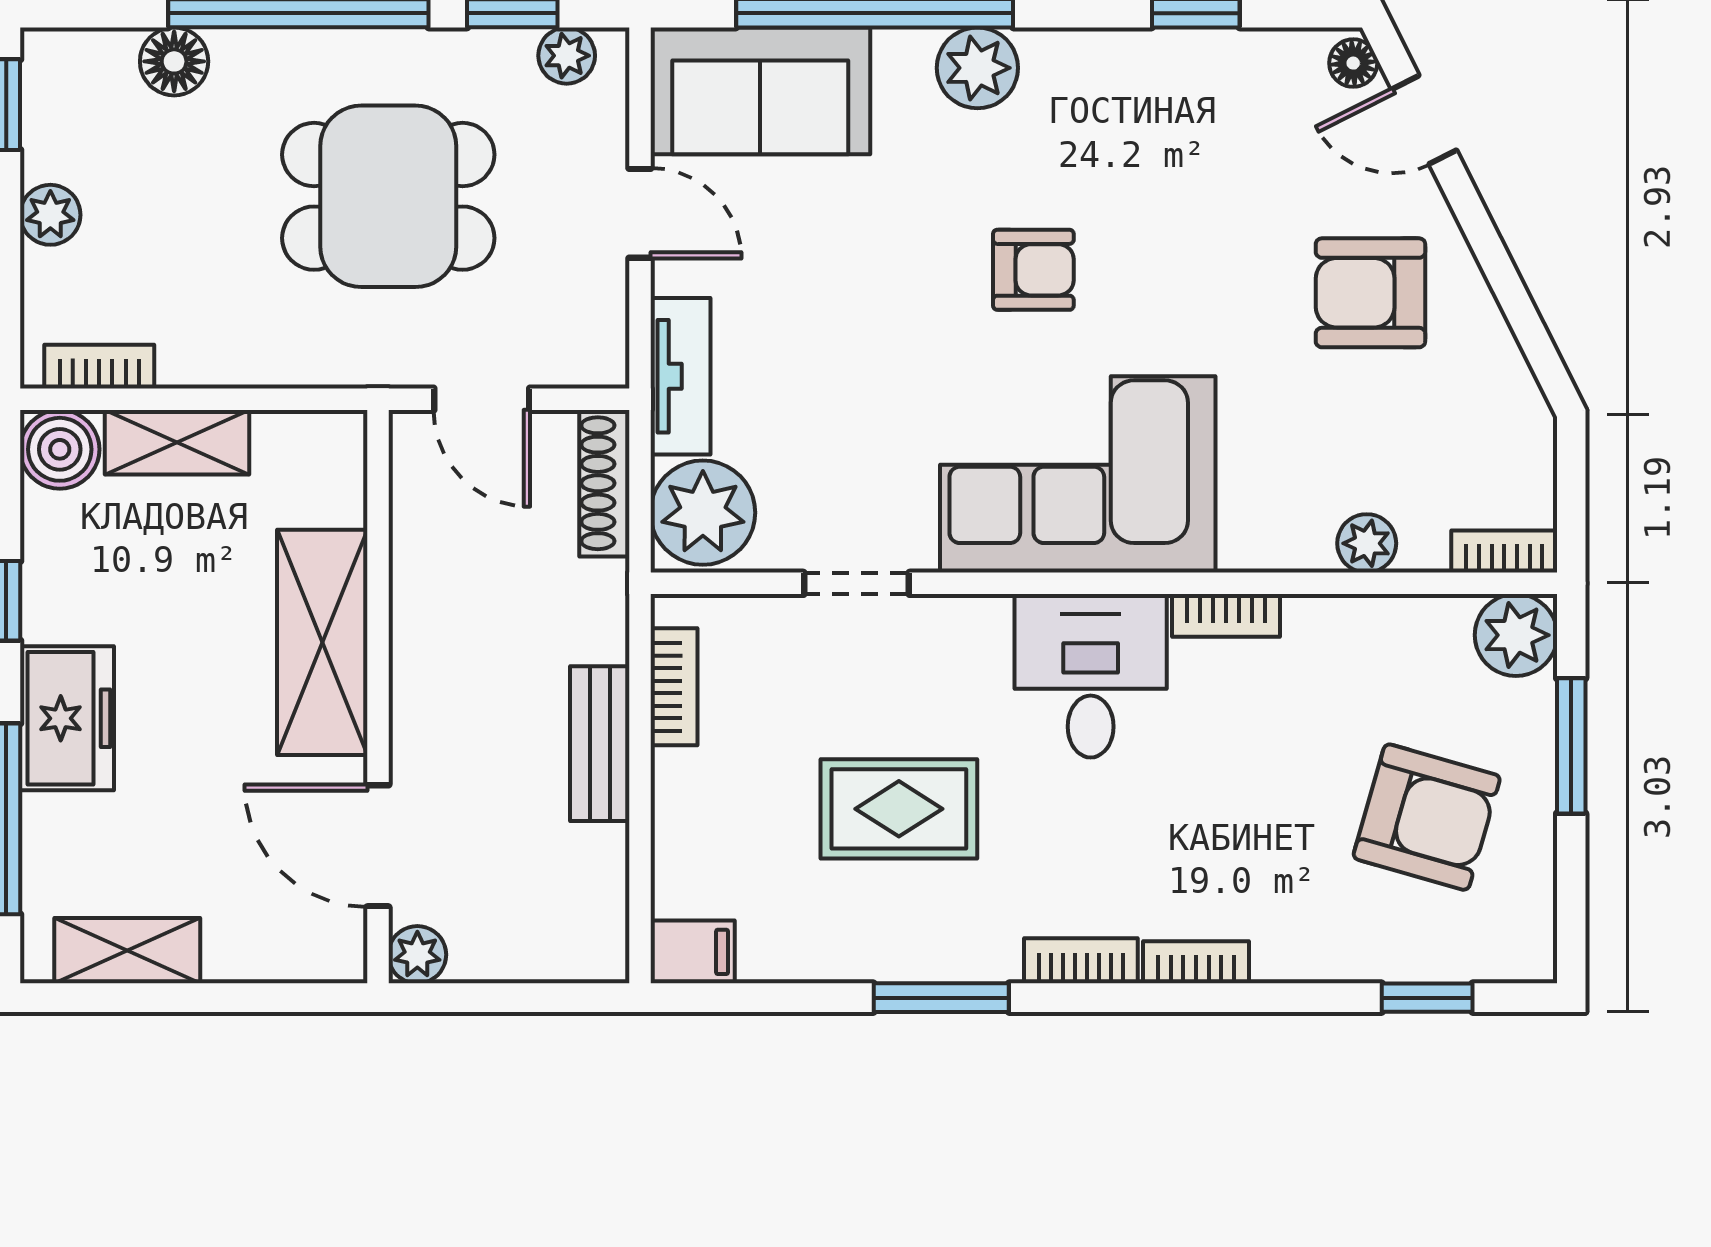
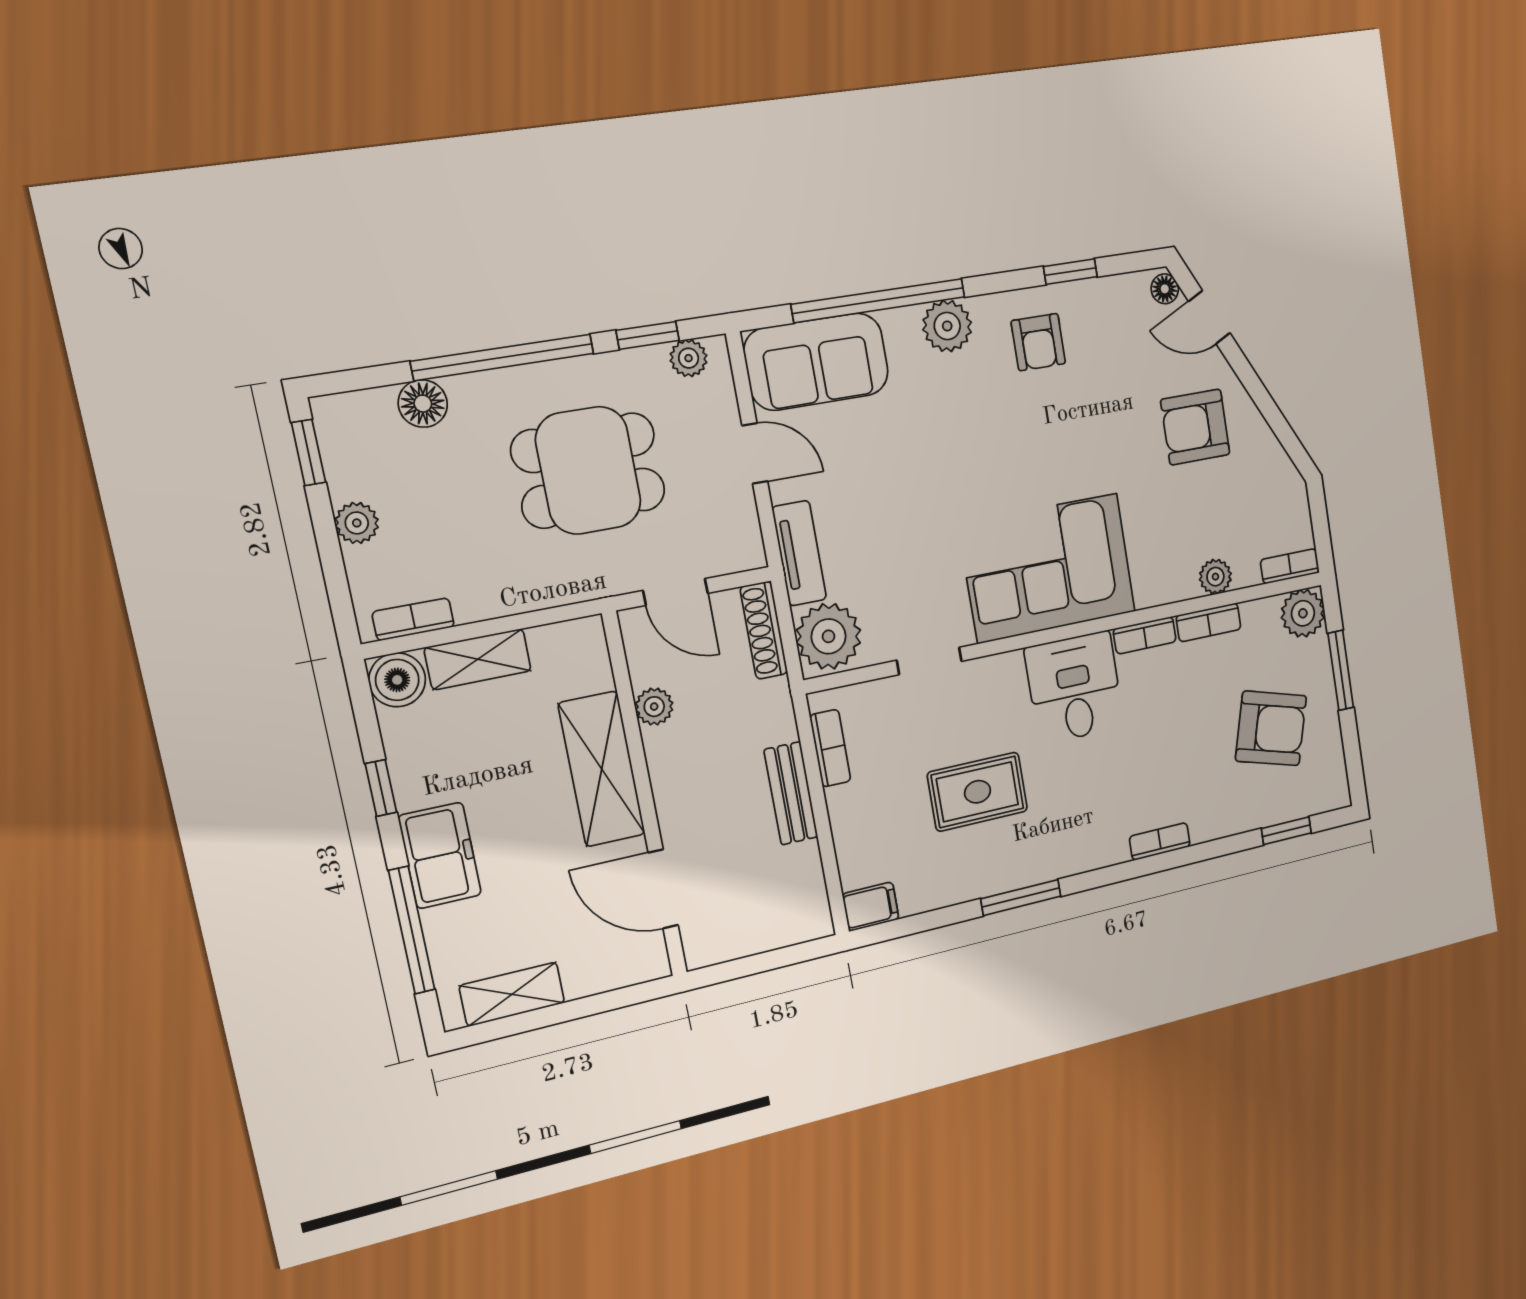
armchair: (1033, 270) -> (1038, 342), moved, turned 90
plant: (417, 955) -> (654, 707), moved
bookcase: (1081, 961) -> (1209, 622), moved, turned 180

